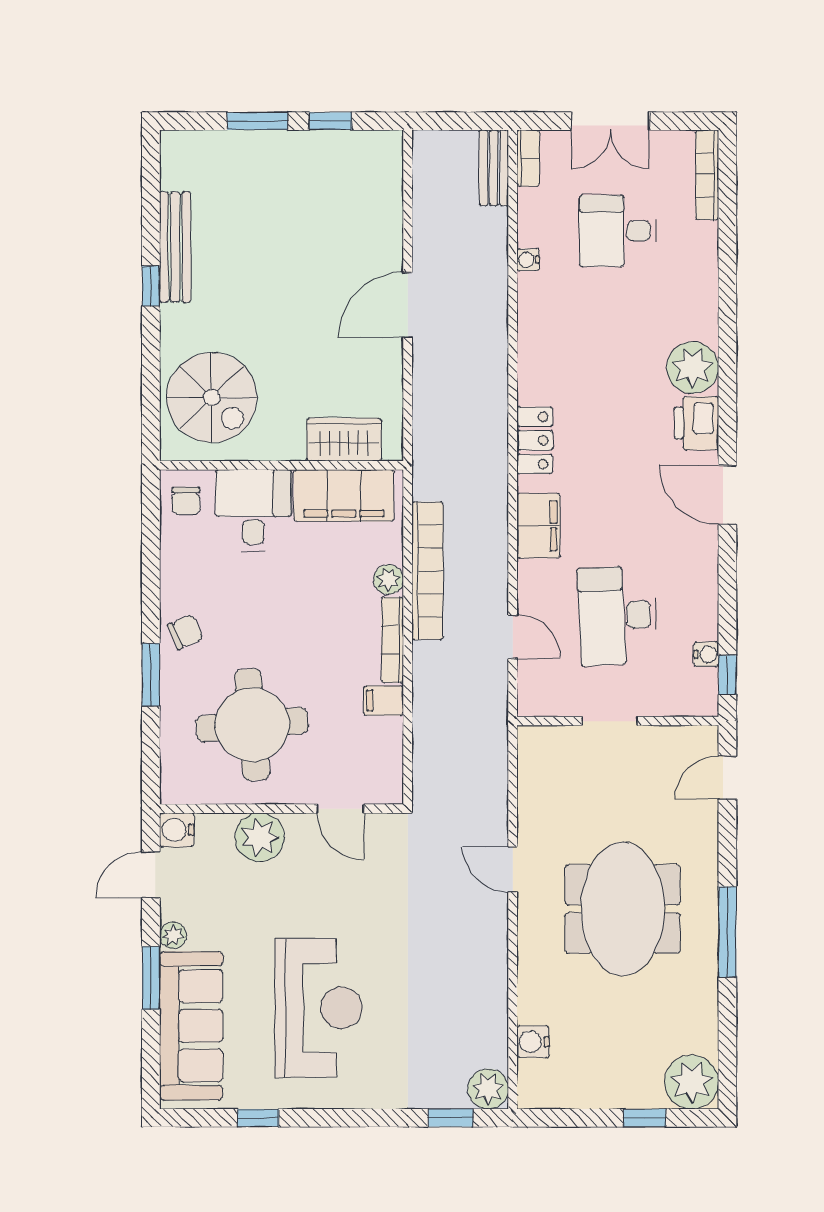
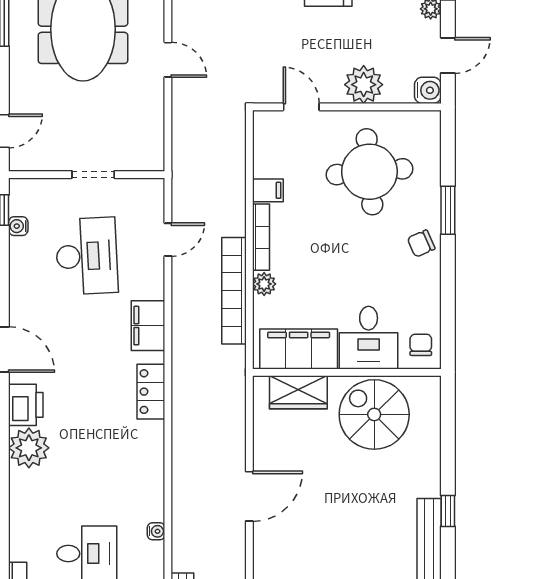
spiral stairs: (212, 397) -> (374, 414), moved
door: (513, 637) -> (168, 240), swing flipped

